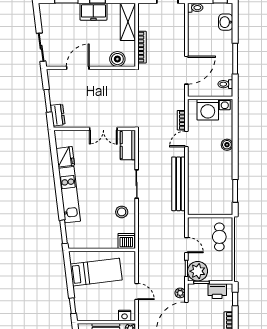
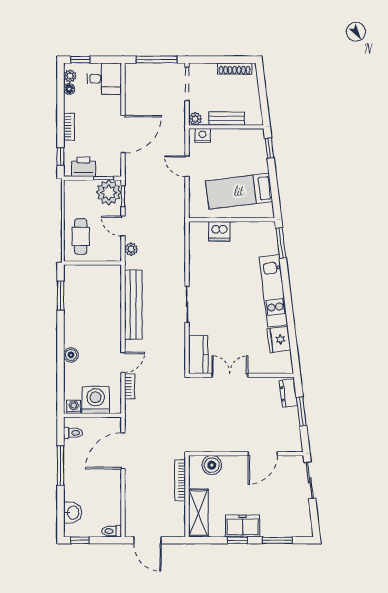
stool: (122, 212) -> (206, 269), removed
dishwasher: (126, 241) -> (219, 231), moved
plant: (180, 293) -> (131, 249), moved

